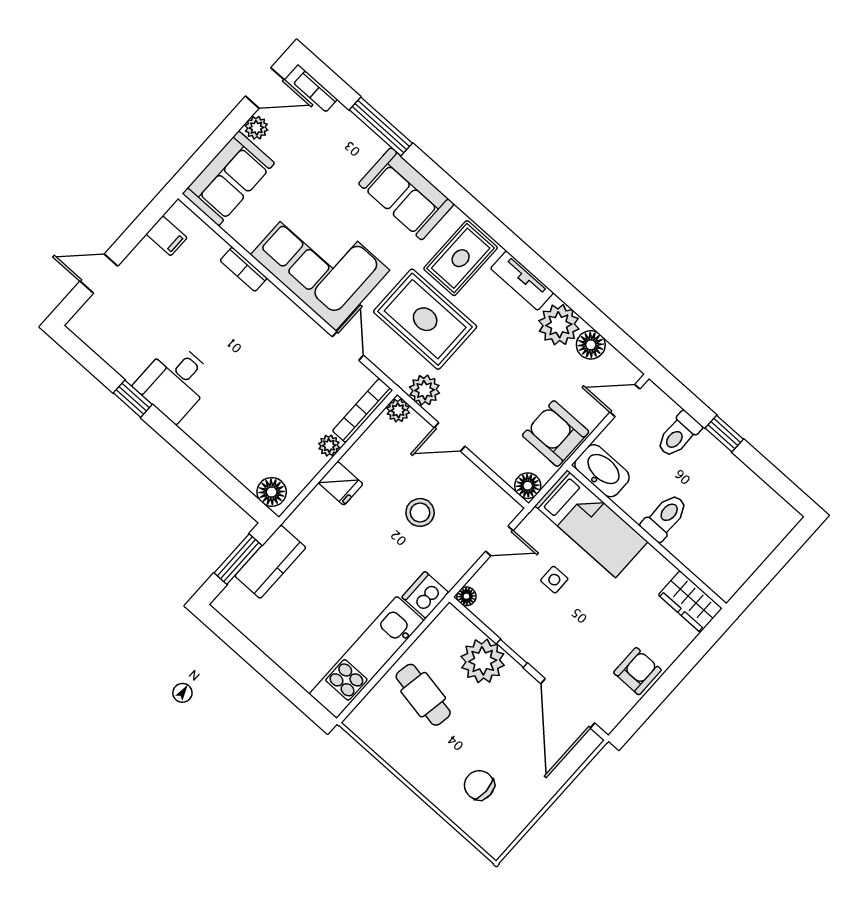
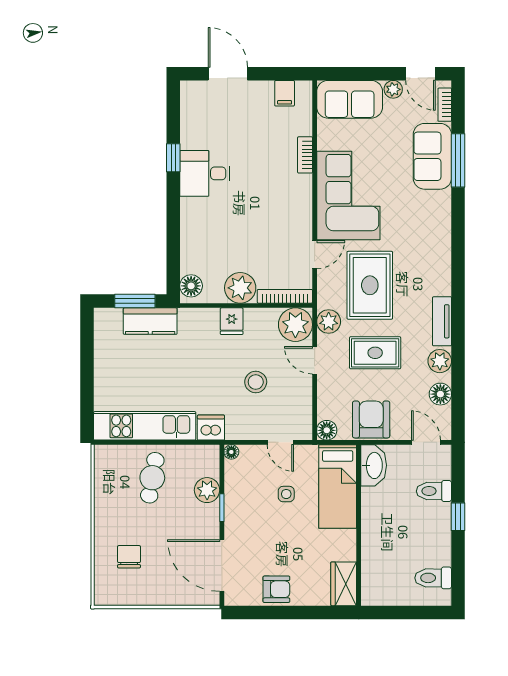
sofa: (406, 194) -> (432, 156), moved
rug: (461, 258) -> (375, 353), moved
door: (99, 274) -> (228, 74), width x1.38
plant: (559, 325) -> (440, 361), width x0.73, depth x0.73
plant: (398, 410) -> (295, 325), width x1.88, depth x1.88
plant: (329, 446) -> (240, 288), width x1.87, depth x1.87
toilet: (665, 517) -> (433, 578), moved, turned 180
plant: (483, 661) -> (207, 490), width x0.73, depth x0.73
door: (568, 703) -> (222, 566), hinge flipped

